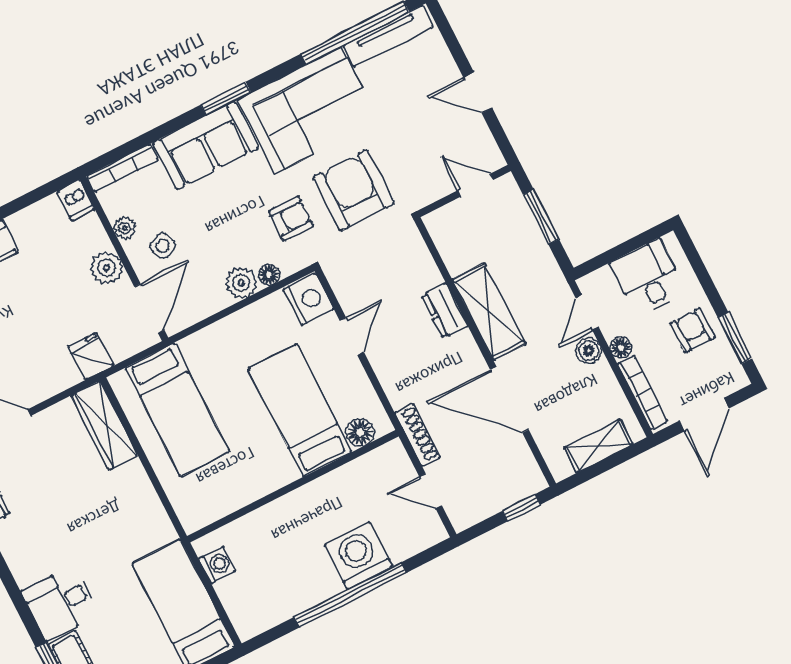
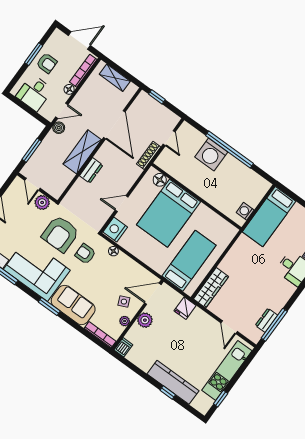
plant: (241, 283) -> (42, 202), moved
armchair: (693, 330) -> (47, 63), turned -90
window: (735, 338) -> (34, 54), moved
boiler: (589, 351) -> (59, 128), moved
bed: (300, 410) -> (168, 213), width x1.50

